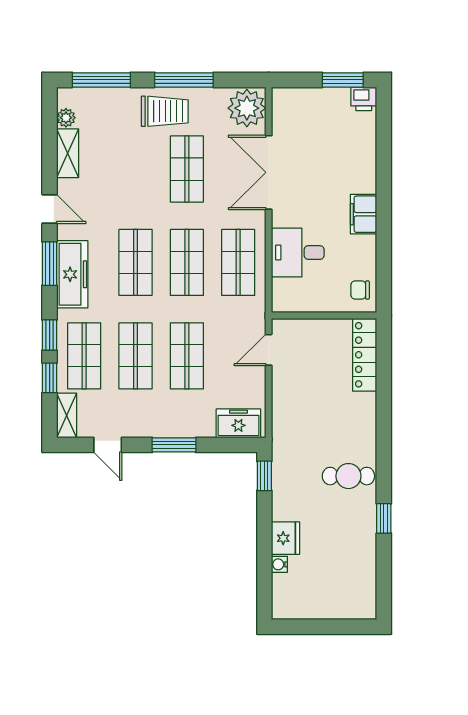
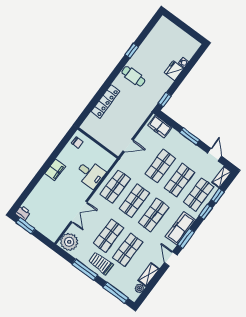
shop shelf: (136, 169) -> (128, 250), added
double door: (269, 172) -> (79, 212), width x0.73
locker: (365, 355) -> (105, 101), moved

